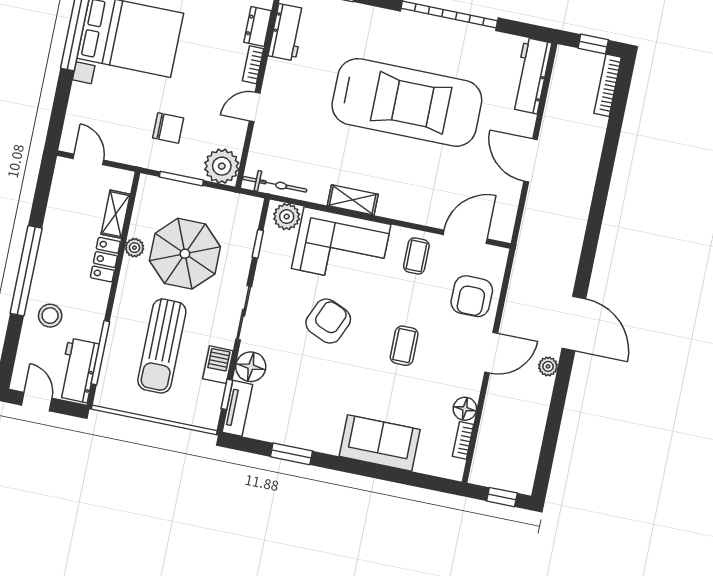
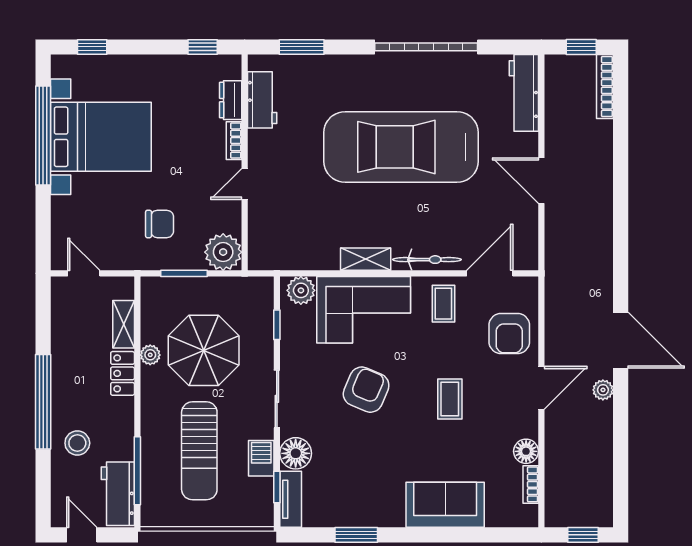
car: (407, 102) -> (401, 147), turned 180
bicycle: (275, 184) -> (427, 260), moved

